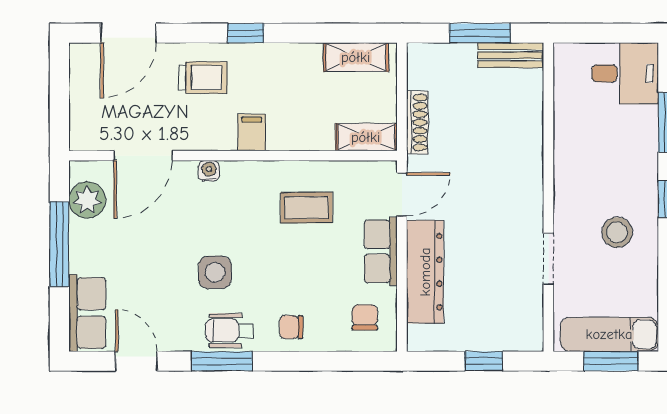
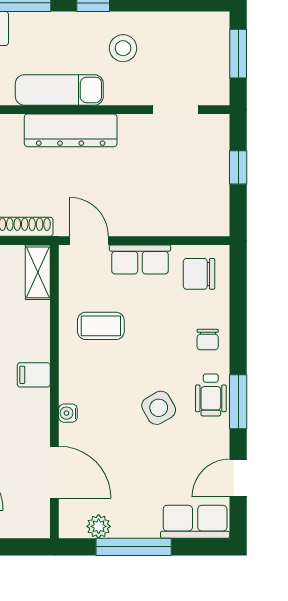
plant: (87, 200) -> (99, 526), width x0.73, depth x0.73
coffee table: (307, 208) -> (101, 326), turned 90
doorway: (548, 259) -> (175, 110), moved
side table: (215, 272) -> (159, 408), turned -30
dresser: (425, 272) -> (71, 130), moved, turned 180
chair: (365, 317) -> (199, 274), width x1.37, depth x1.37
exam couch: (609, 334) -> (59, 90), moved, turned 90

